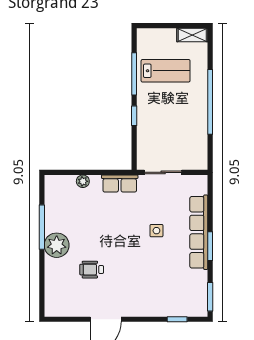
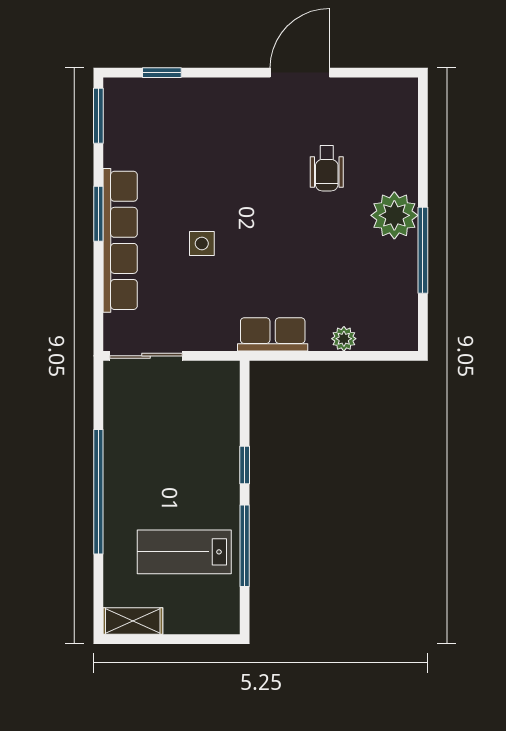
sliding door: (163, 172) -> (146, 356), moved
wheelchair: (92, 270) -> (327, 168), turned 90

